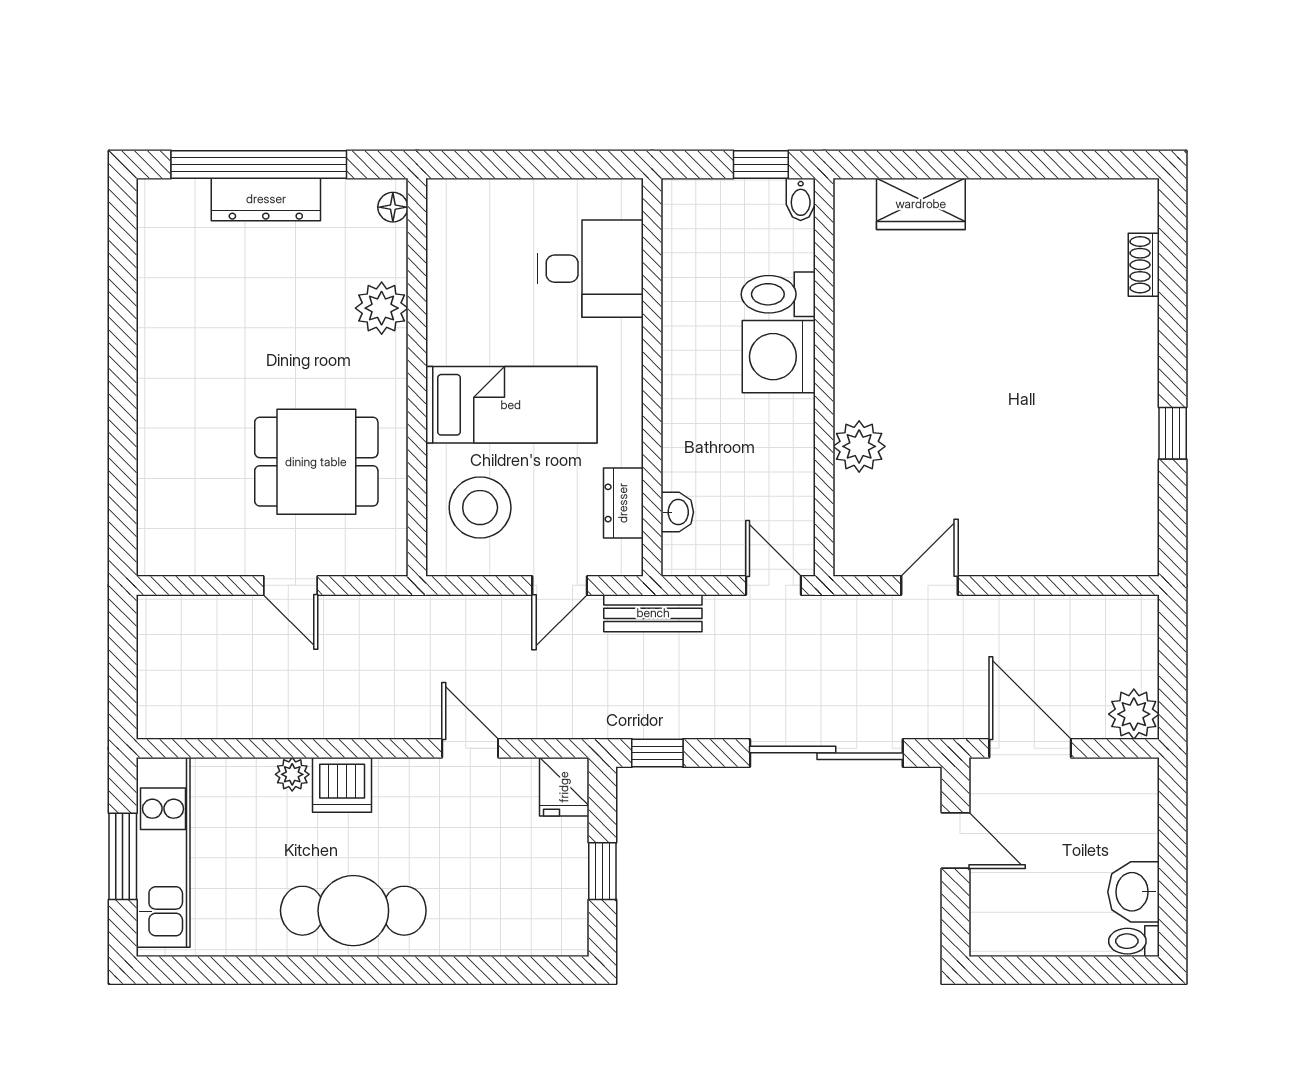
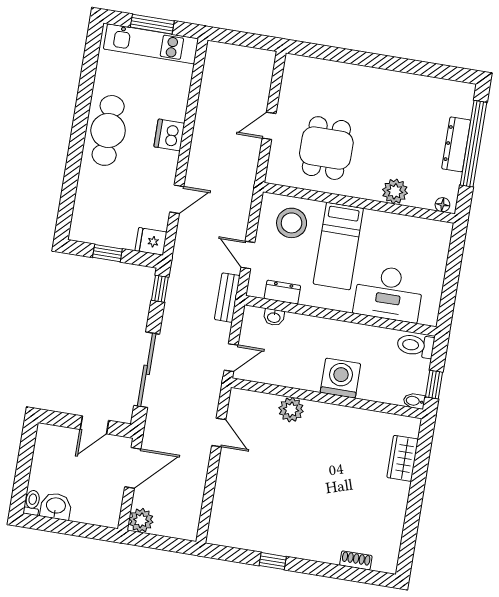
desk: (591, 269) -> (389, 293), width x1.37
toilet: (778, 294) -> (416, 345), moved, turned -90
plant: (292, 774) -> (178, 112), removed

